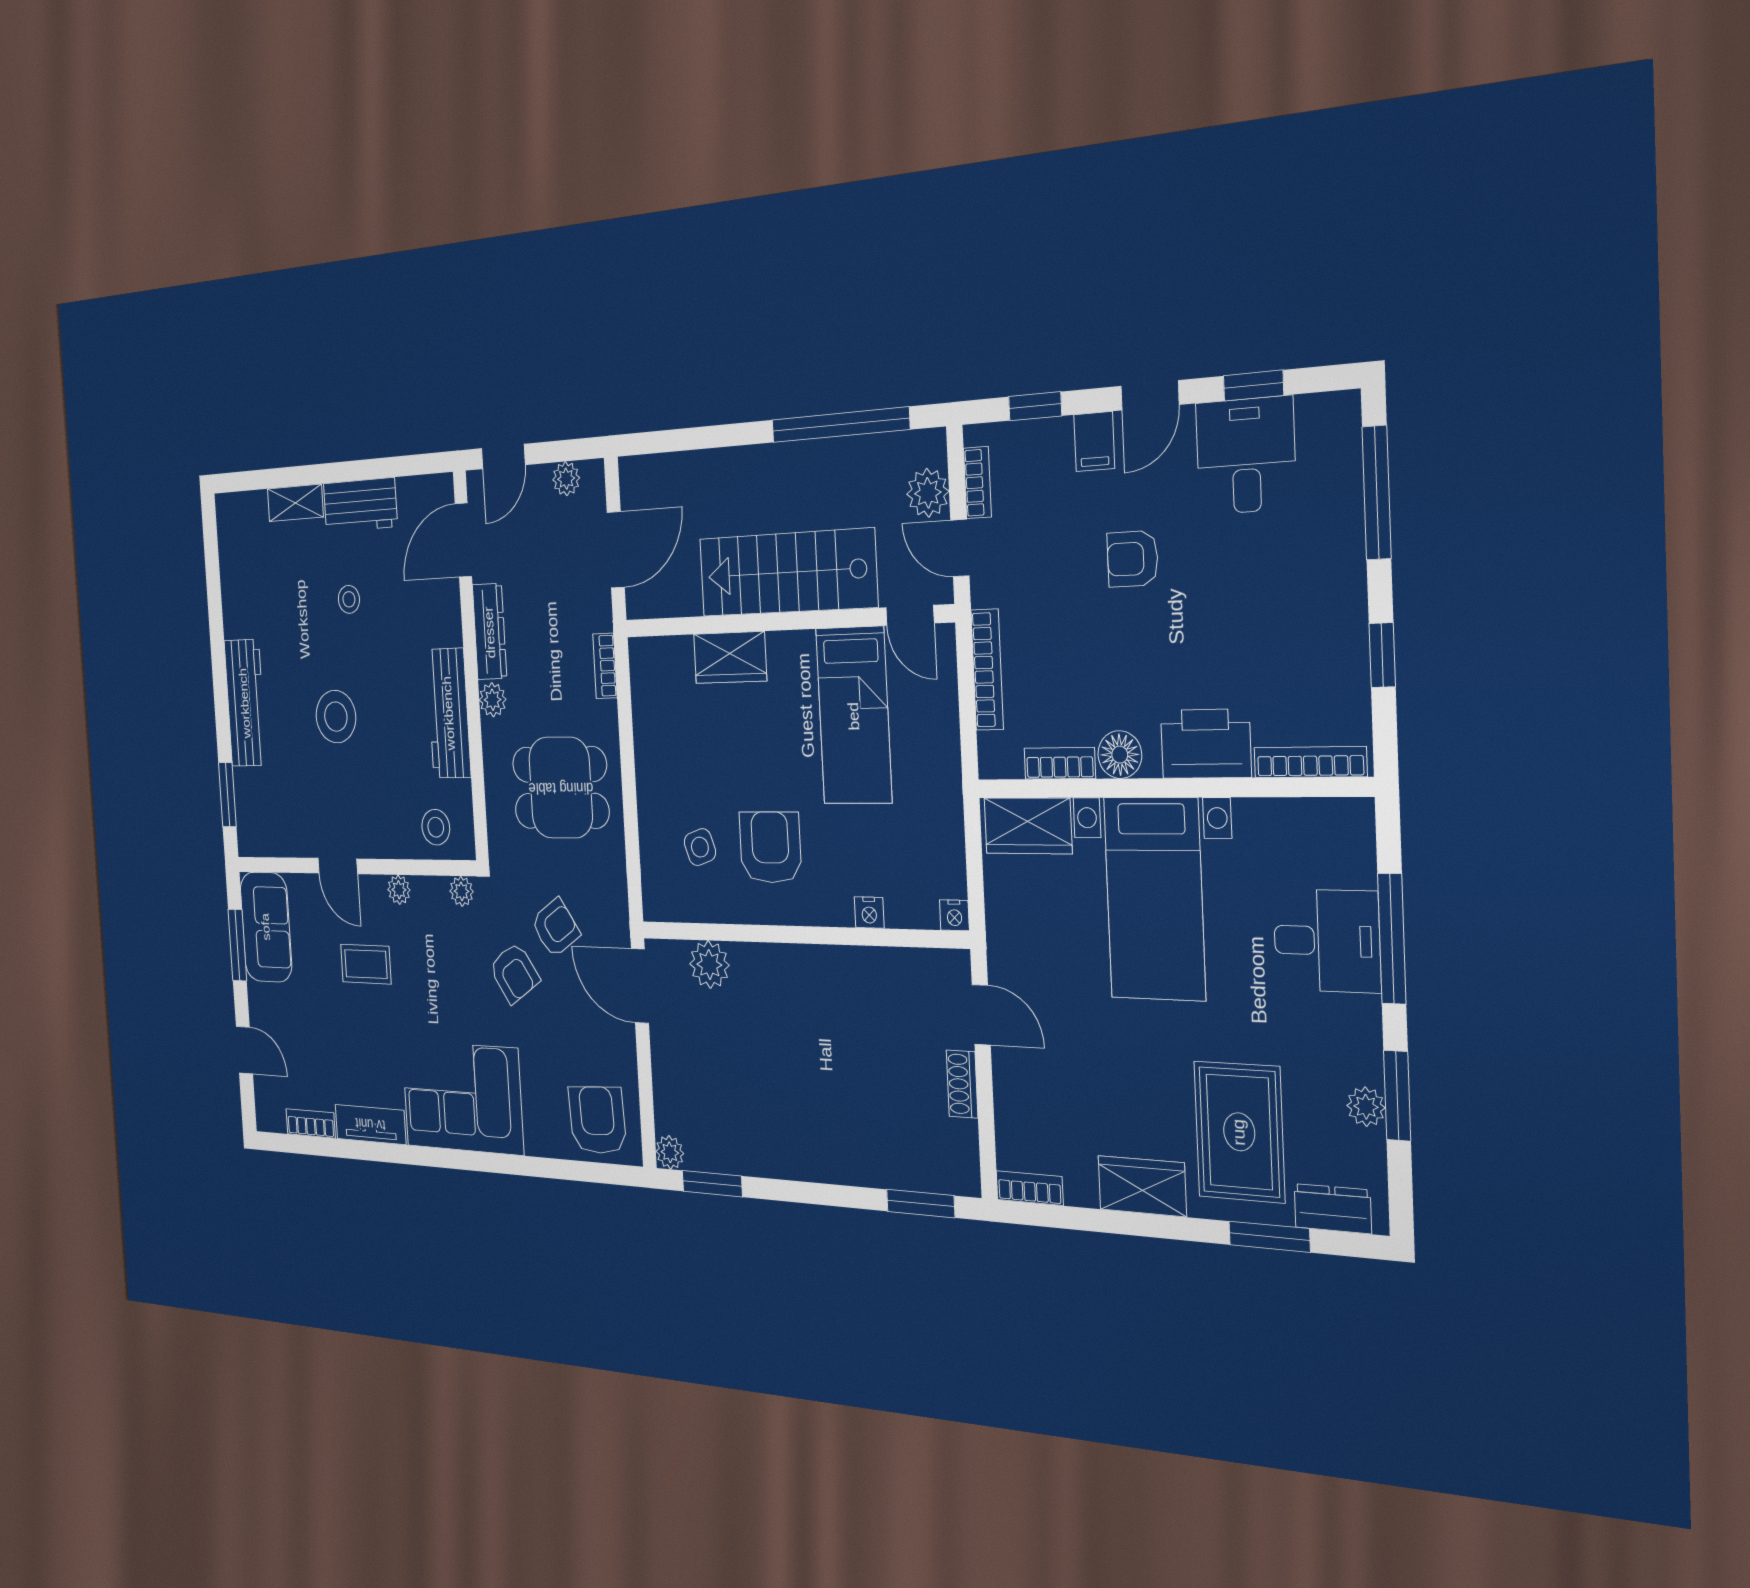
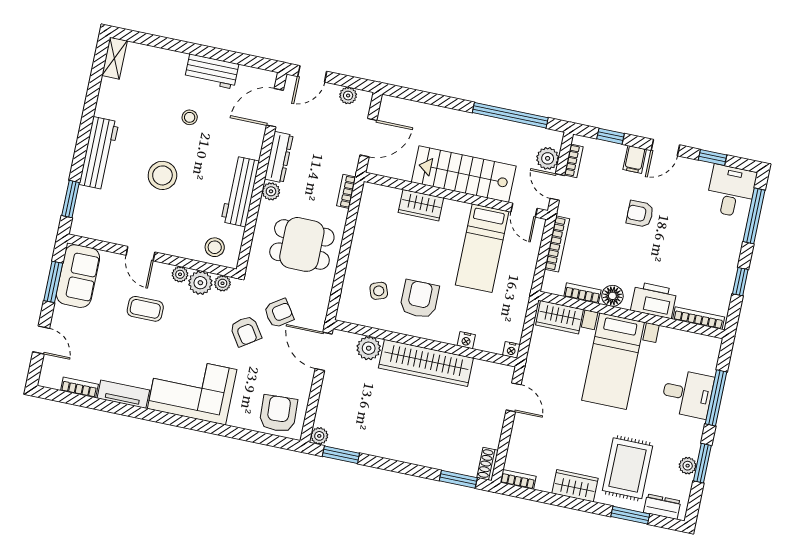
desk: (1246, 456) -> (731, 191), moved
shelving: (295, 503) -> (115, 58), moved, turned 90
plant: (430, 898) -> (200, 283), added
wardrobe: (811, 974) -> (426, 363), added
shoe rack: (962, 1084) -> (487, 464), moved

